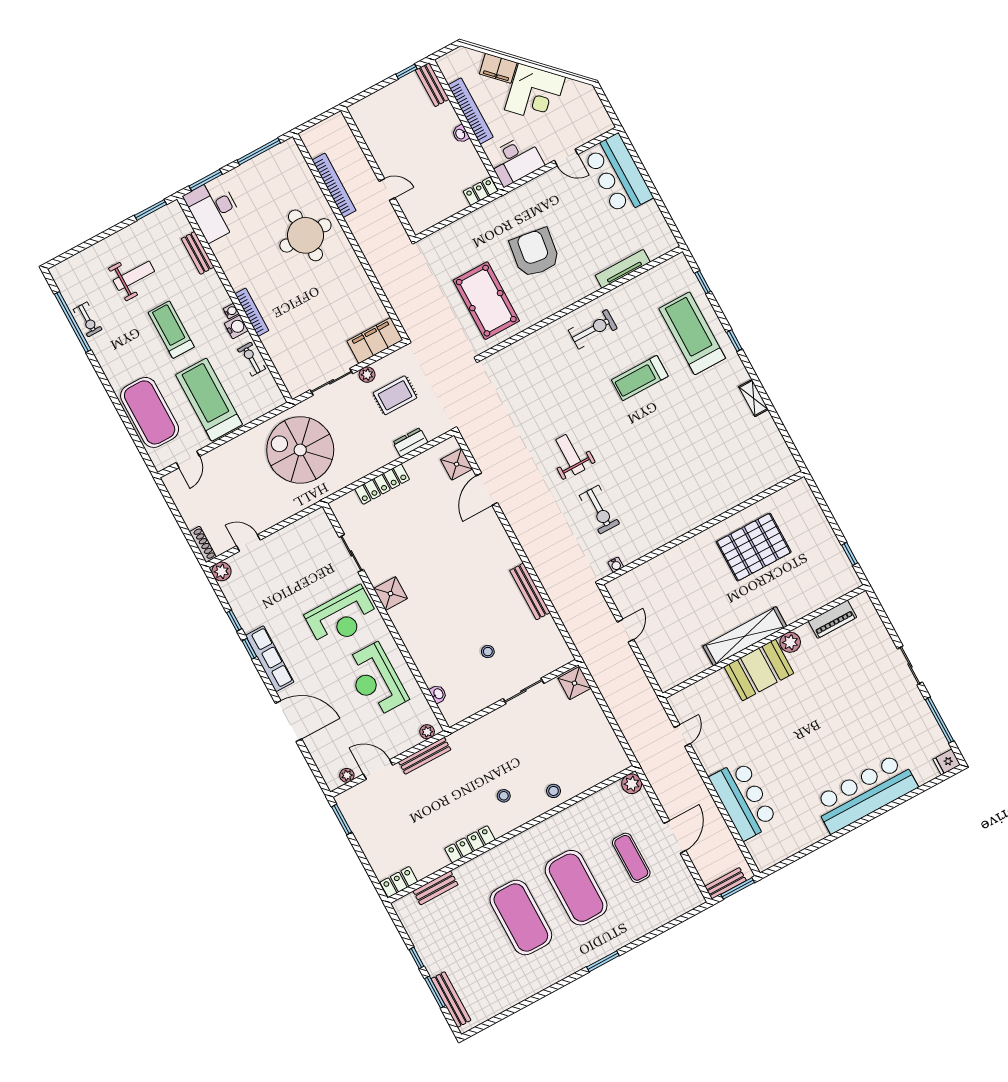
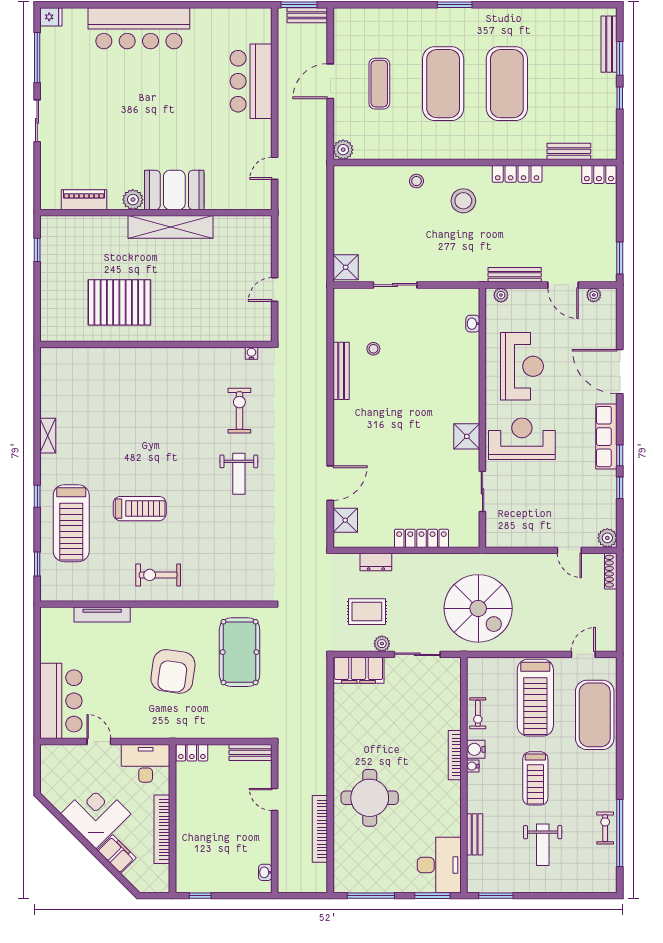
bench: (432, 85) -> (250, 752), moved, turned 90
washbasin: (461, 134) -> (265, 872), moved, turned 180
weight bench: (134, 276) -> (543, 845), turned -90
stool: (488, 652) -> (373, 349), moved
stool: (504, 796) -> (463, 201), width x1.89, depth x1.89

